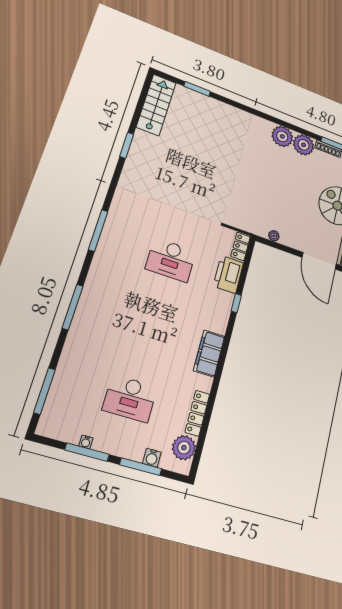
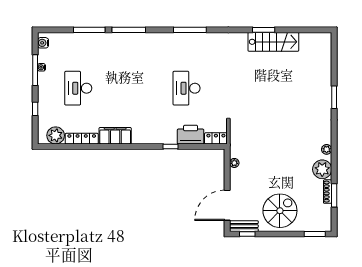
window: (197, 89) -> (334, 97), moved
stairs: (156, 105) -> (273, 42), moved
plant: (282, 136) -> (327, 149), width x0.53, depth x0.53
filing cabinet: (209, 353) -> (115, 136), moved
window: (44, 391) -> (89, 30), moved
water cooler: (152, 458) -> (43, 43), moved
window: (141, 467) -> (35, 109), width x0.46

